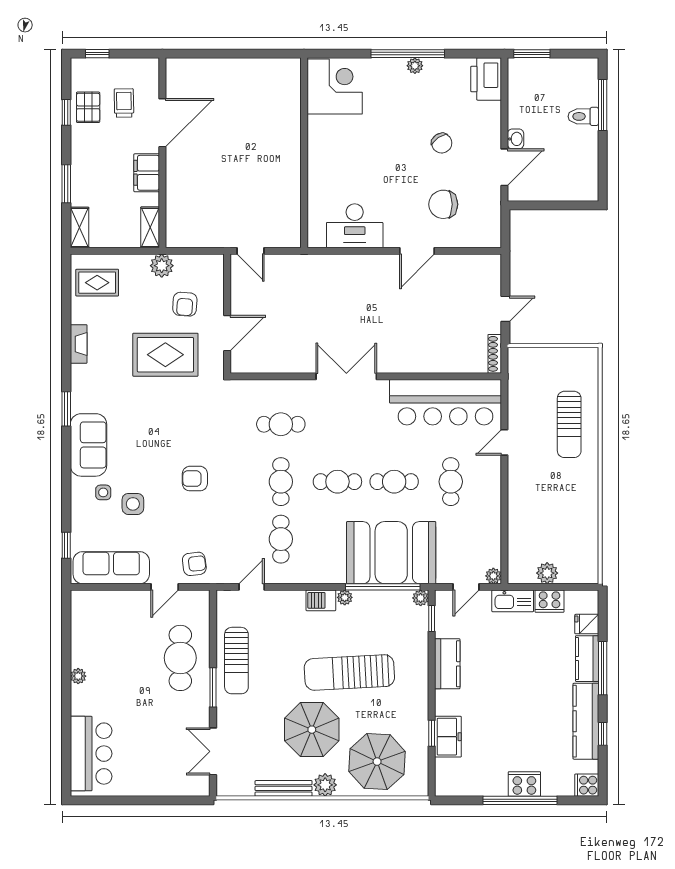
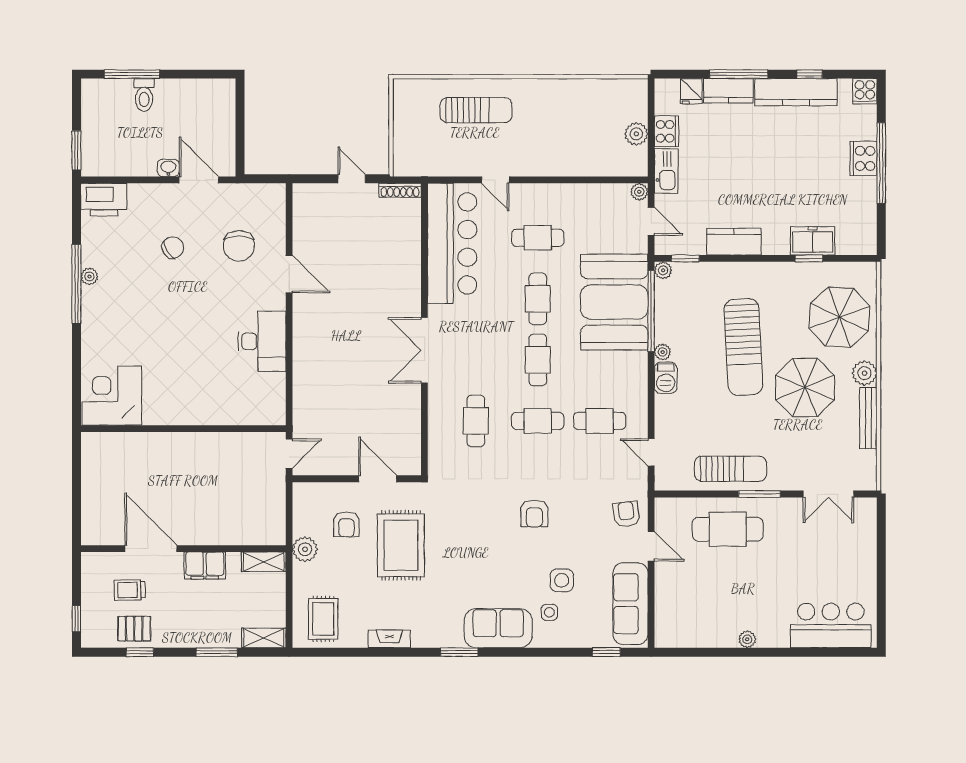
corner desk: (335, 87) -> (112, 396), moved
wall: (304, 153) -> (183, 429), moved
armchair: (185, 304) -> (346, 524), turned 86

